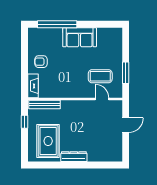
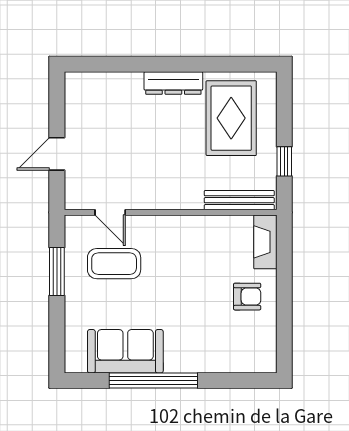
window: (57, 24) -> (153, 381), moved
sofa: (80, 37) -> (125, 351), moved

